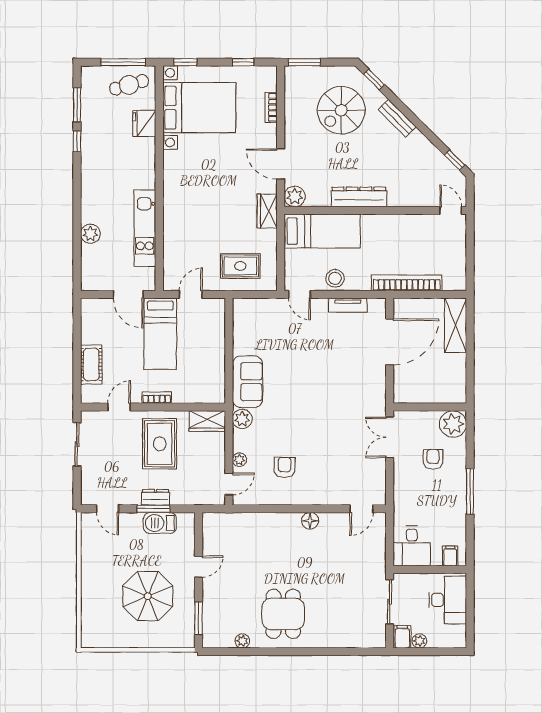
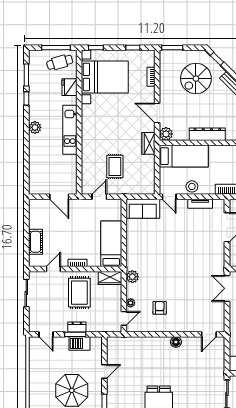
kitchen unit: (145, 228) -> (70, 130), moved
plant: (90, 234) -> (35, 127), moved
rug: (240, 266) -> (115, 166), moved, turned 90
bed: (160, 334) -> (111, 244), moved, turned 180
sofa: (247, 382) -> (143, 209), moved, turned 90

